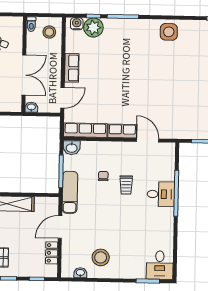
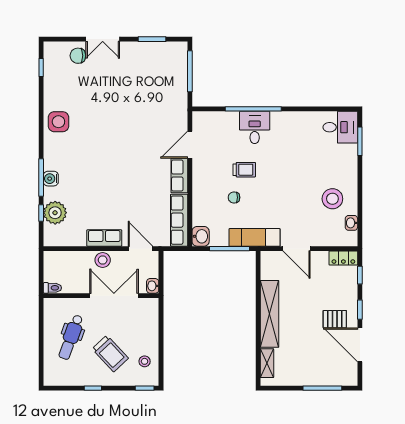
water cooler: (77, 24) -> (51, 179), moved
stool: (49, 32) -> (103, 260), moved
locker: (52, 253) -> (343, 258), moved

